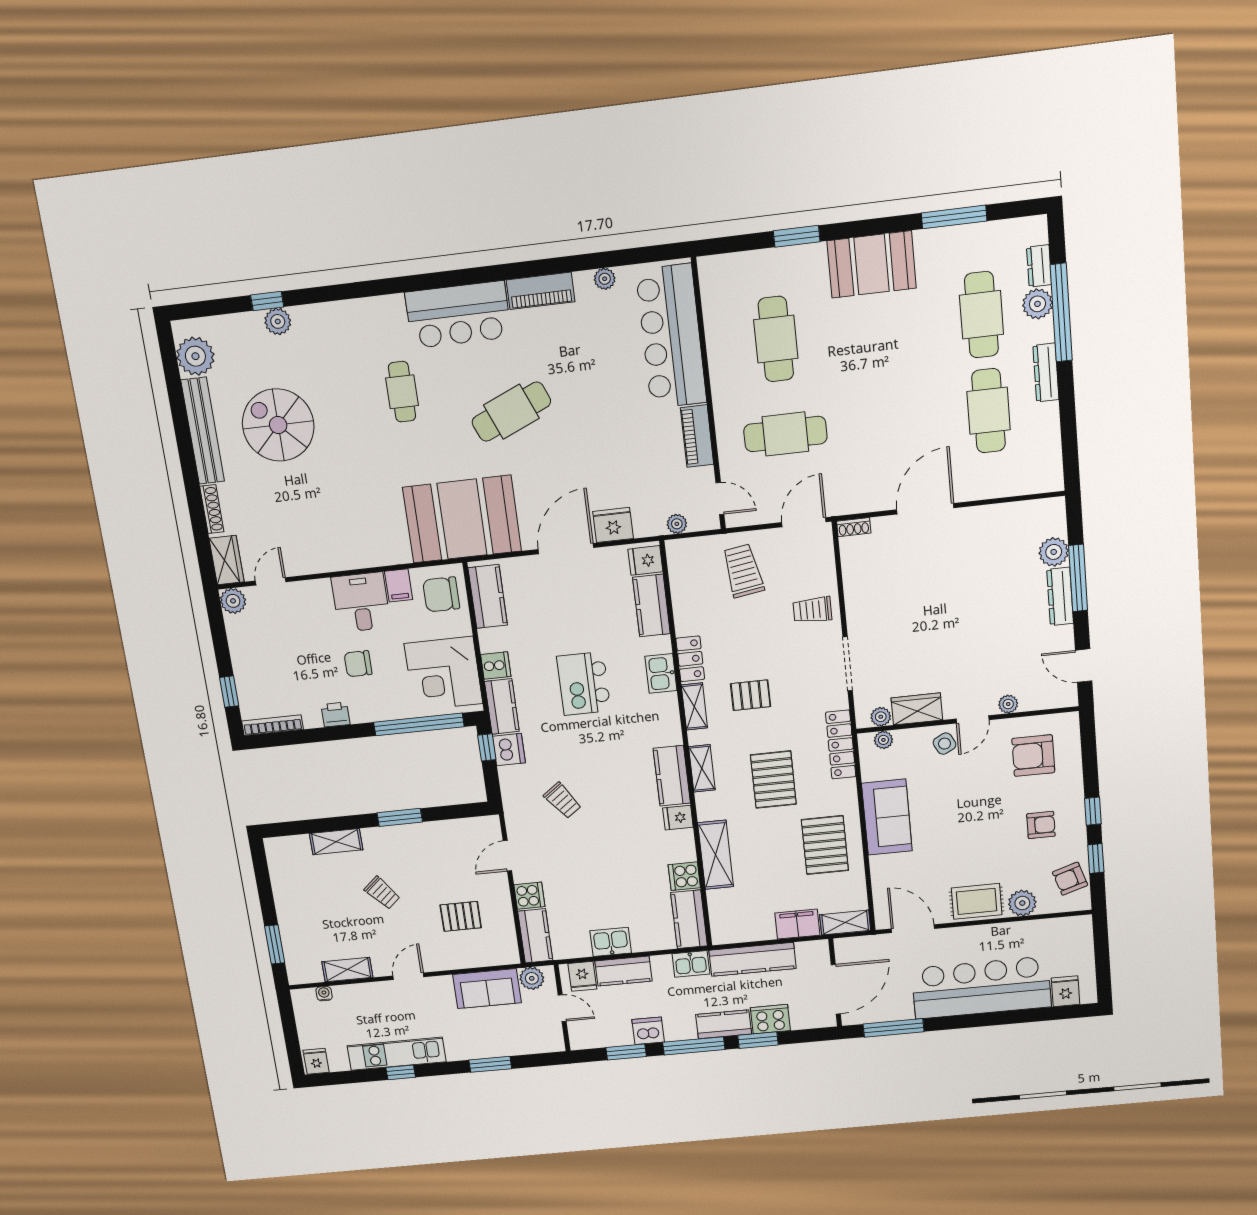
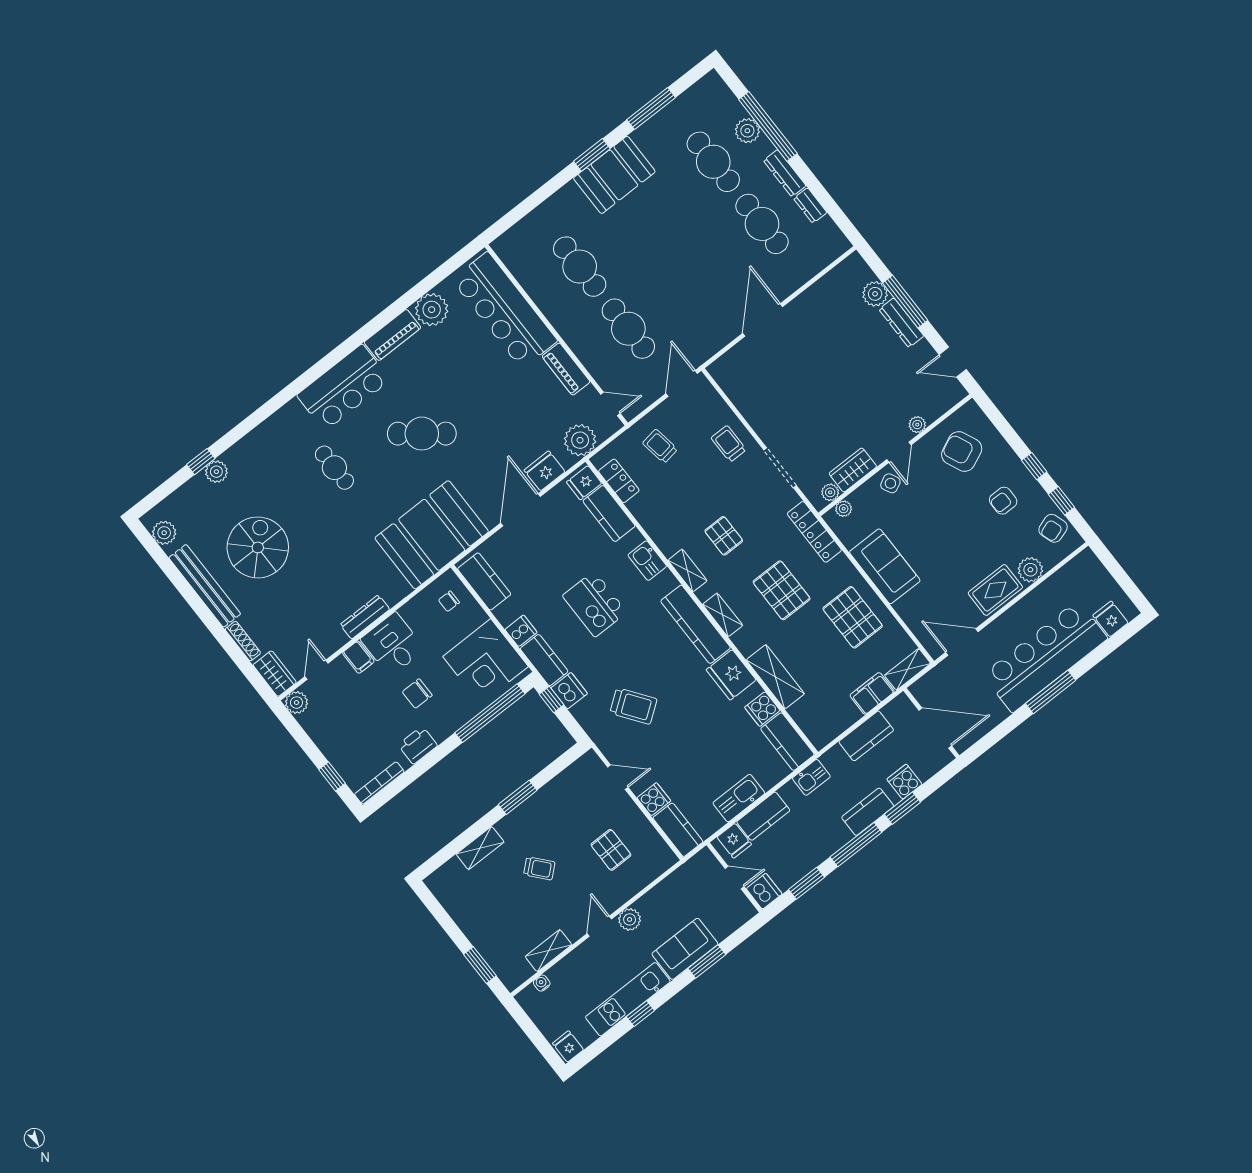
window: (797, 236) -> (592, 155), moved
dresser: (1039, 266) -> (810, 205), moved
plant: (605, 279) -> (432, 310), width x1.88, depth x1.88
plant: (195, 356) -> (164, 533), width x0.73, depth x0.73
cafe table: (511, 412) -> (422, 434), turned 61
spiral stairs: (278, 425) -> (258, 547), turned 90
cafe table: (785, 434) -> (628, 329), turned 90
plant: (677, 524) -> (580, 440), width x1.88, depth x1.88
shoe rack: (854, 527) -> (720, 365), removed
dresser: (348, 559) -> (365, 617), added
trolley: (743, 571) -> (660, 446), width x0.73, depth x0.72
filing cabinet: (399, 585) -> (358, 657), moved
chair: (441, 594) -> (449, 601), width x0.54, depth x0.54
trolley: (812, 610) -> (729, 444), turned 90
locker: (690, 659) -> (619, 481), moved
pallet: (751, 695) -> (724, 536), turned 90
printer: (336, 715) -> (418, 745), width x1.36, depth x1.24
armchair: (1033, 756) -> (962, 452), turned 66
kitchen counter: (672, 776) -> (696, 624), width x1.50
trolley: (562, 801) -> (633, 706), width x1.36, depth x1.39
fridge: (678, 818) -> (731, 675), width x1.88, depth x1.34
armchair: (1041, 825) -> (1003, 501), turned 180
door: (507, 856) -> (618, 777), swing flipped
pallet: (461, 916) -> (611, 850), turned 90
kitchen sink: (611, 942) -> (739, 798), width x1.38
kitchen counter: (753, 959) -> (866, 736), width x0.67
plant: (532, 978) -> (630, 919), moved
sofa: (487, 989) -> (685, 949), moved, turned 180
door: (836, 989) -> (935, 728), hinge flipped
cooker: (770, 1019) -> (904, 782), width x0.73
window: (894, 1028) -> (1051, 692), moved
dishwasher: (648, 1031) -> (764, 891), moved, turned 90

